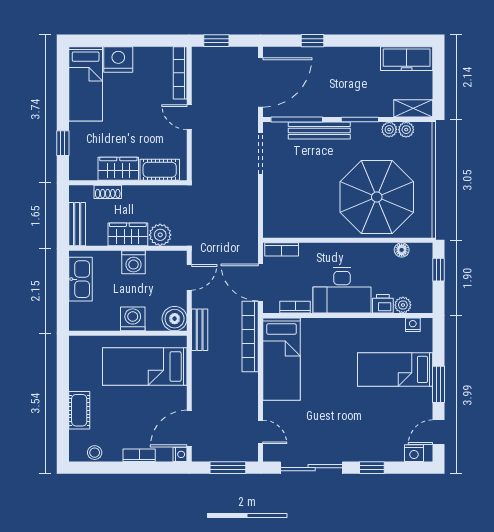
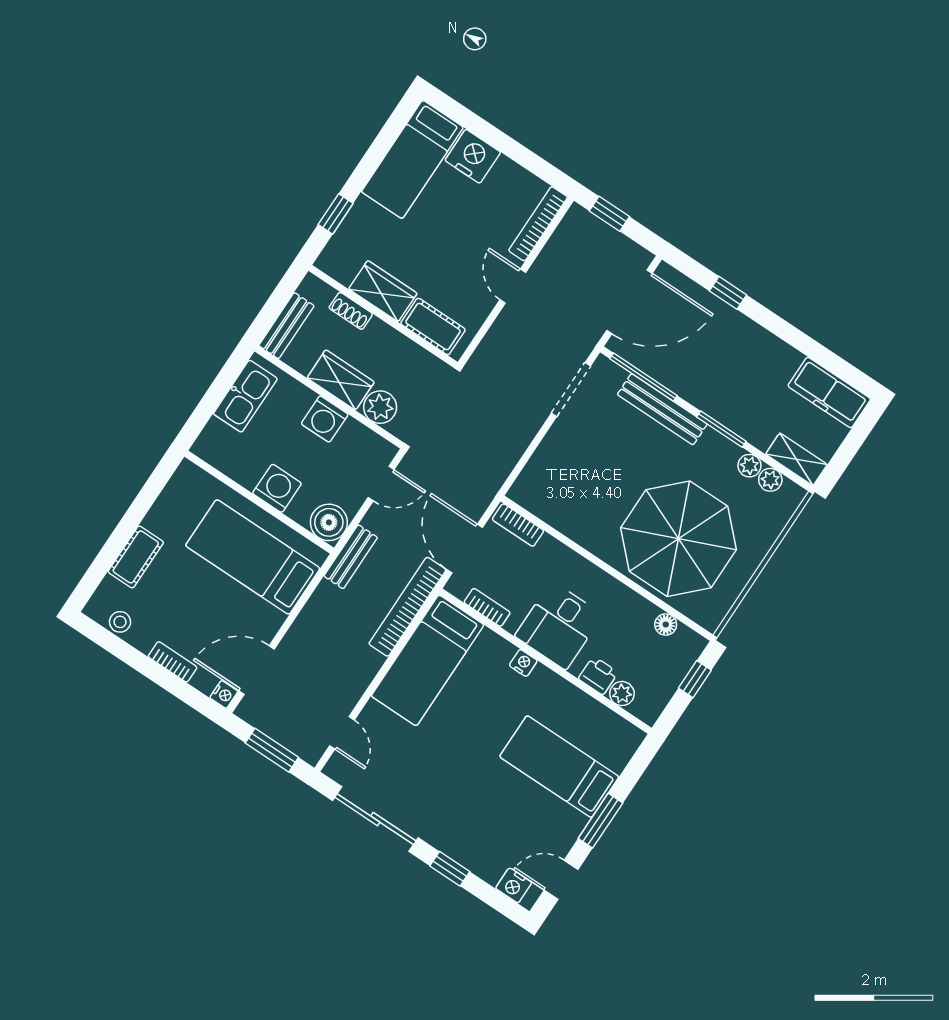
desk: (342, 290) -> (559, 625), width x0.73
nightstand: (413, 325) -> (523, 663), moved

